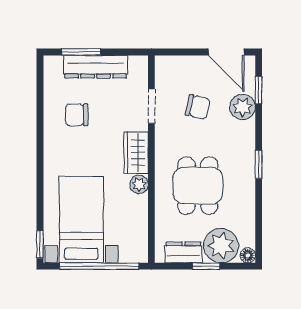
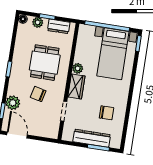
chair: (198, 107) -> (38, 94), moved
plant: (221, 246) -> (38, 22), width x0.53, depth x0.53

